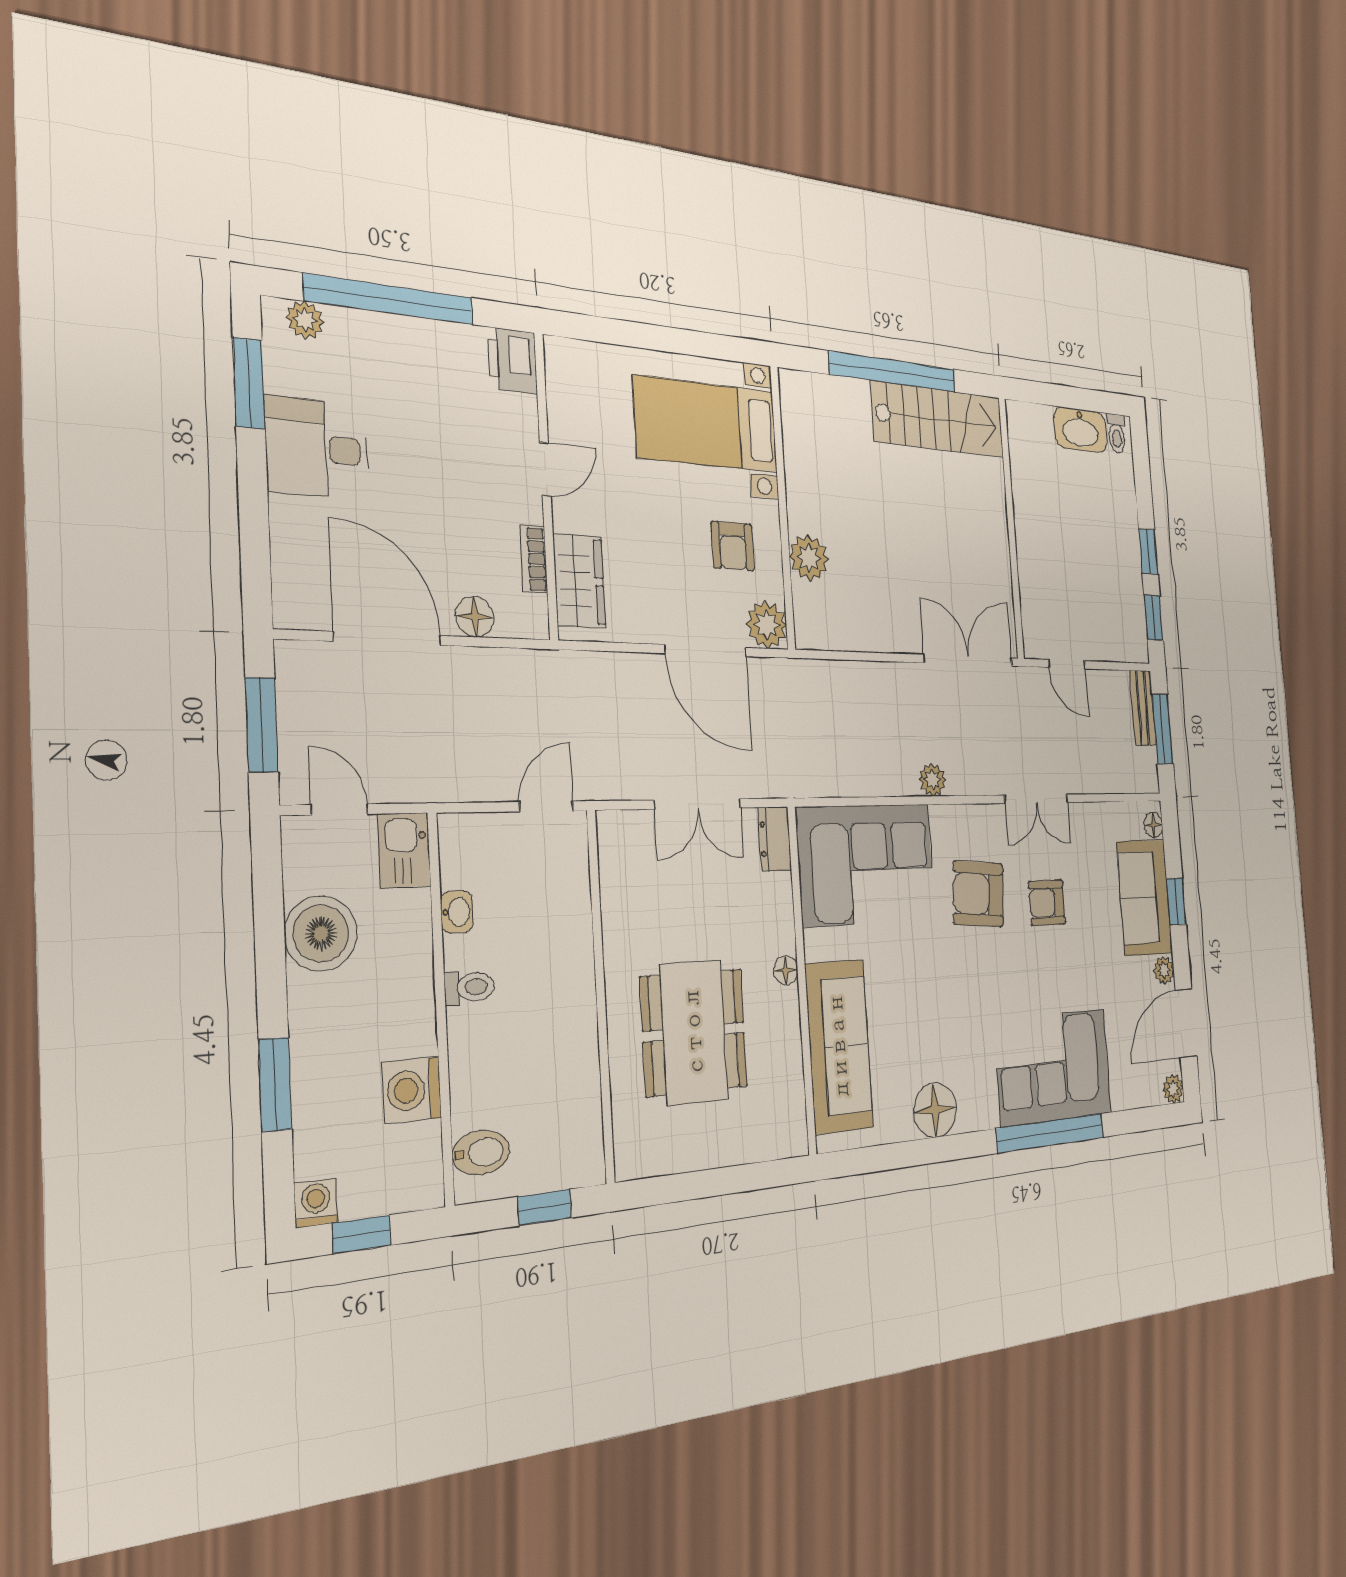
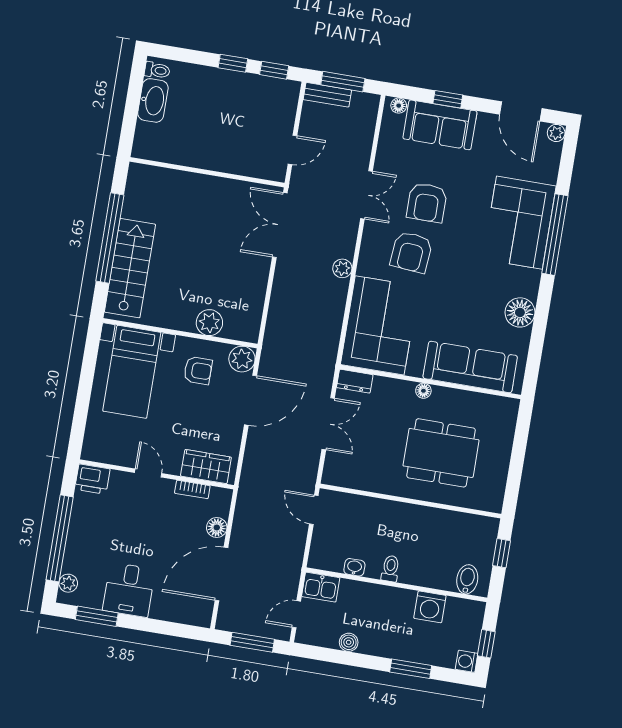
stairs: (938, 419) -> (130, 268), moved
armchair: (1047, 903) -> (427, 203), width x1.38, depth x1.38
boiler: (321, 933) -> (349, 642), width x0.54, depth x0.54
plant: (1164, 970) -> (486, 121), removed

